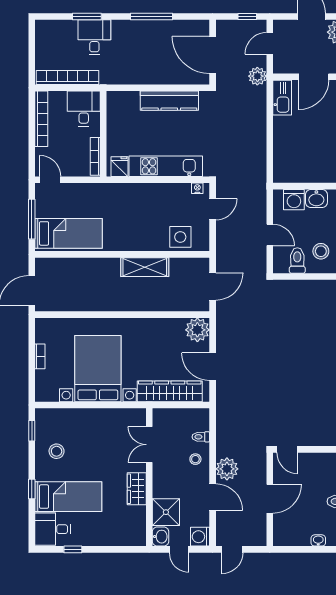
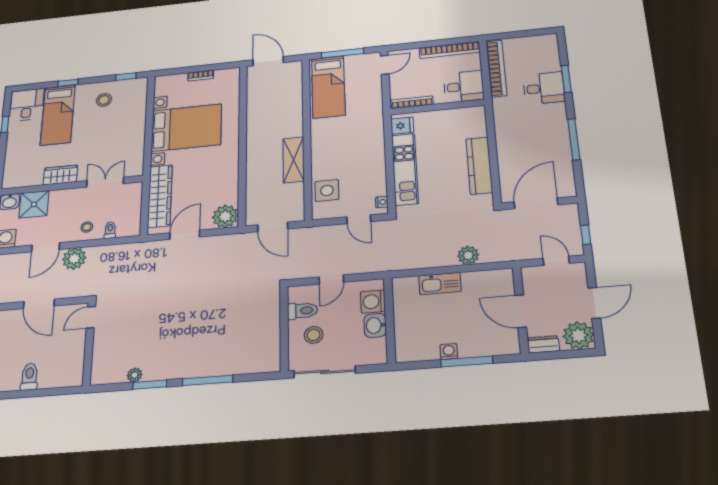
plant: (257, 76) -> (468, 255), moved
kitchen sink: (282, 98) -> (440, 284), moved

